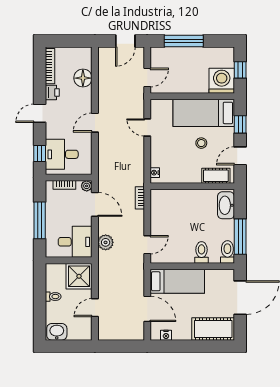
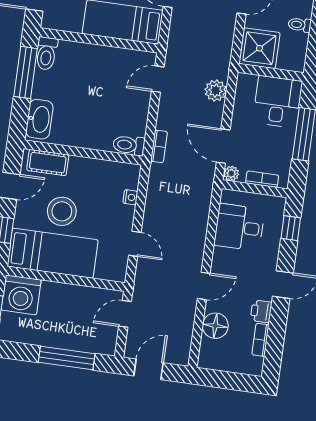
bookcase: (50, 66) -> (260, 340), width x0.64
door: (95, 123) -> (204, 286), moved
stool: (201, 143) -> (62, 211), width x1.89, depth x1.89
desk: (62, 154) -> (239, 227), moved, turned 180
nightstand: (155, 173) -> (130, 197), moved
desk: (75, 242) -> (278, 102), moved, turned 90
toilet: (202, 252) -> (129, 145), moved, turned 90

